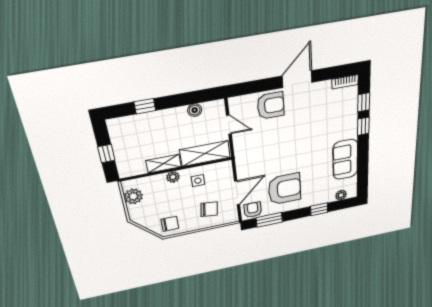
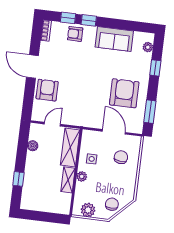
window: (106, 154) -> (46, 217), removed
armchair: (253, 210) -> (75, 34), moved
chair: (170, 224) -> (112, 204), moved

